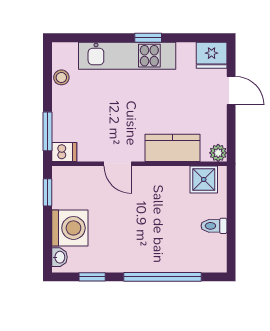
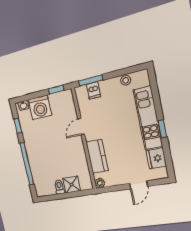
fridge: (212, 55) -> (156, 158), moved
dishwasher: (64, 152) -> (93, 90), moved
shower: (204, 179) -> (72, 185), moved

